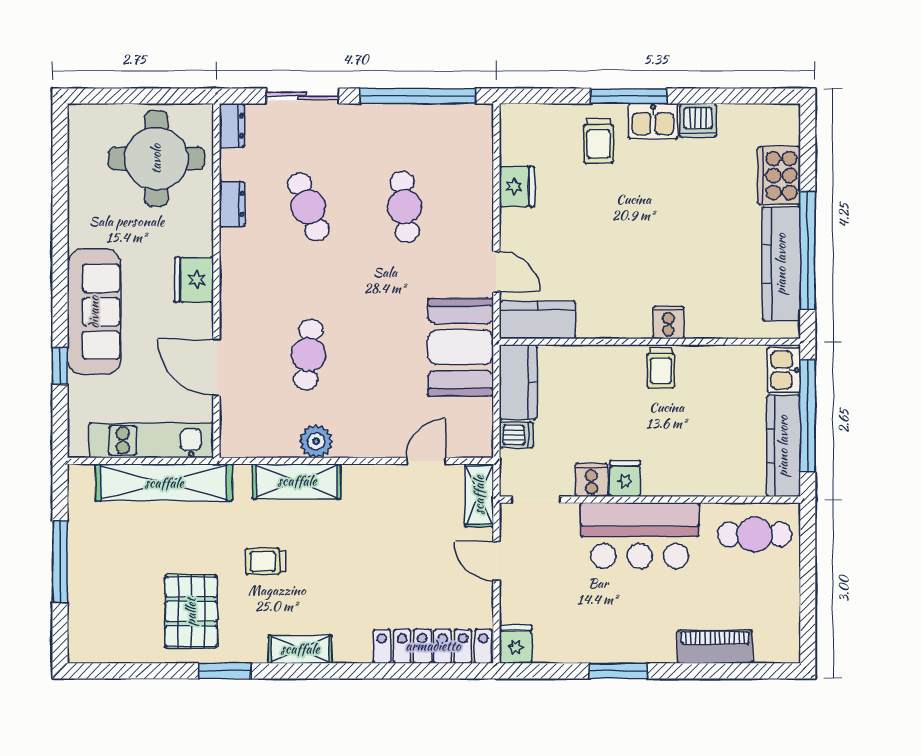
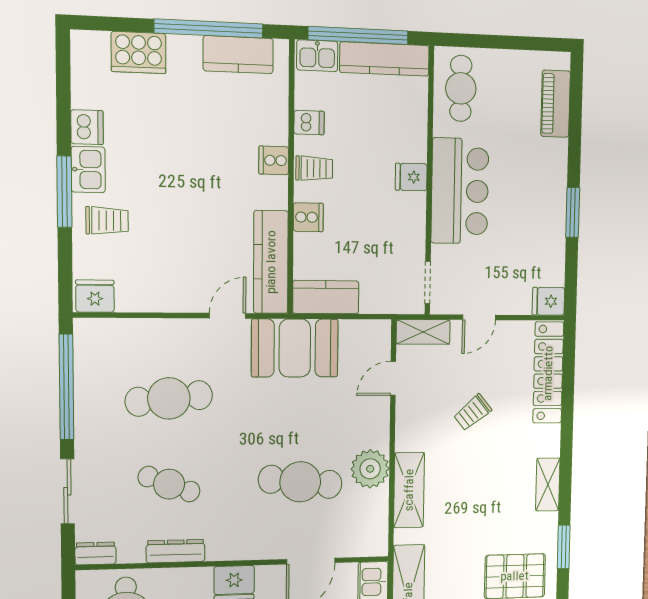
fridge: (517, 186) -> (95, 296), moved
dresser: (232, 204) -> (176, 551), width x1.44
cafe table: (308, 207) -> (169, 484), turned 42
cafe table: (404, 207) -> (169, 398), width x1.37, depth x1.35
kitchen counter: (781, 264) -> (238, 55), width x0.67
kitchen counter: (537, 320) -> (271, 262), width x1.50
cafe table: (308, 355) -> (300, 482), width x1.37, depth x1.35
dishwasher: (516, 435) -> (309, 123), moved, turned 90
plant: (316, 441) -> (370, 469), width x1.36, depth x1.36
door: (426, 461) -> (393, 378), hinge flipped
fridge: (625, 478) -> (411, 177), moved
cooker: (591, 480) -> (308, 217), moved, turned 180
trolley: (265, 561) -> (473, 412), moved, turned 51
piano: (715, 647) -> (556, 104), moved

